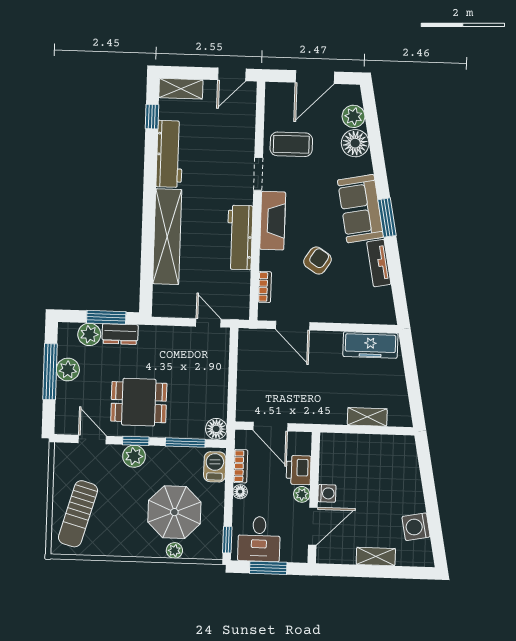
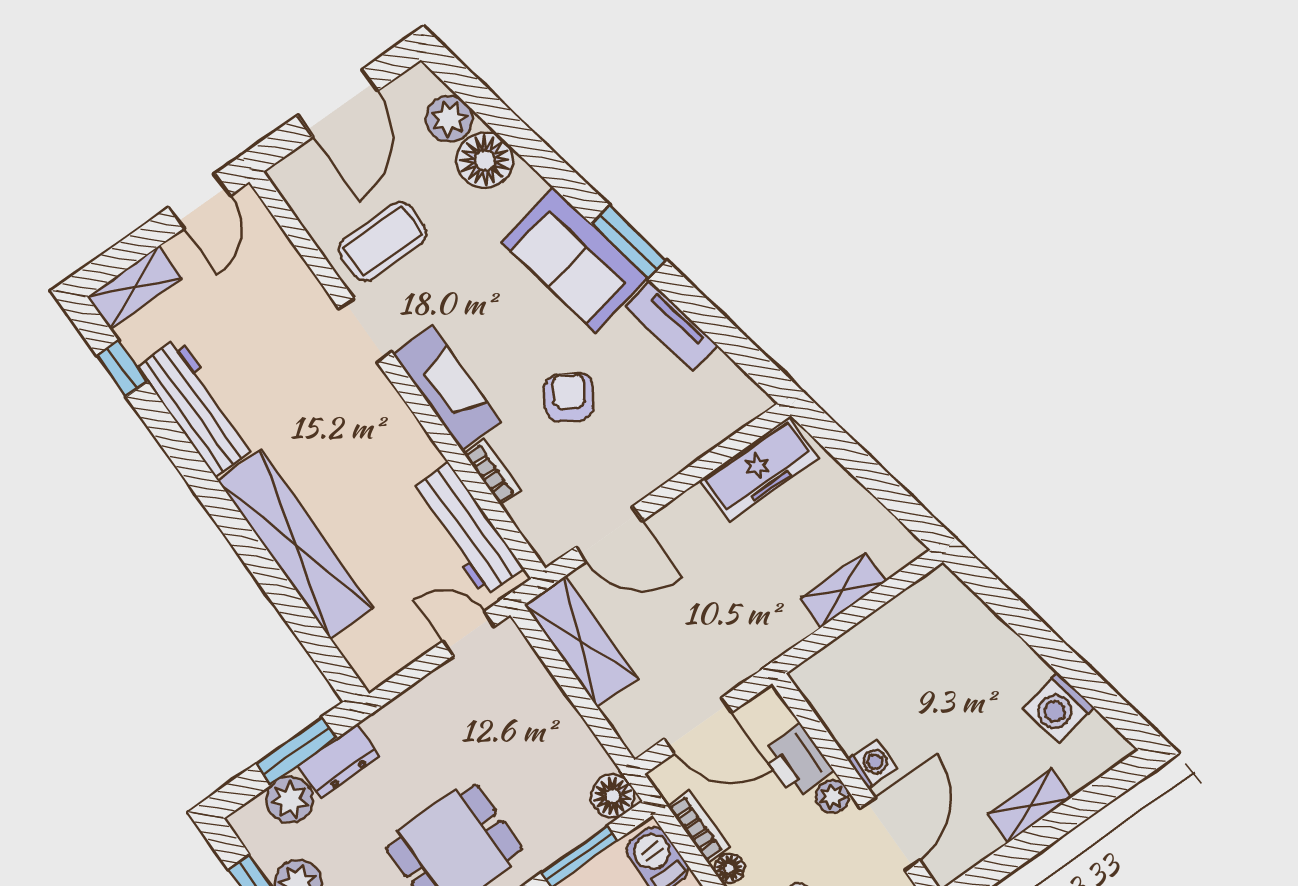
workbench: (240, 237) -> (466, 530), moved
bookcase: (265, 287) -> (492, 472), moved
shelving: (250, 359) -> (581, 641), added

